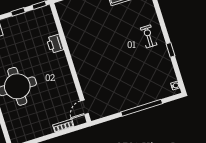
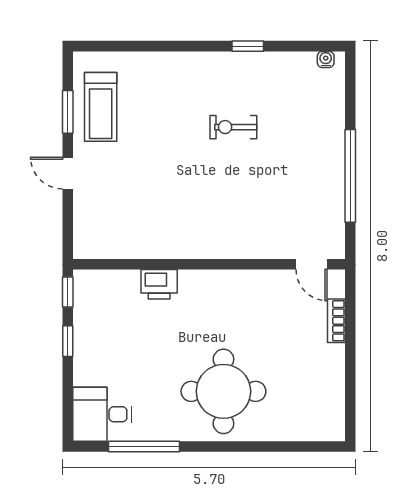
exercise bike: (149, 36) -> (233, 127), moved
window: (142, 108) -> (350, 176), moved

